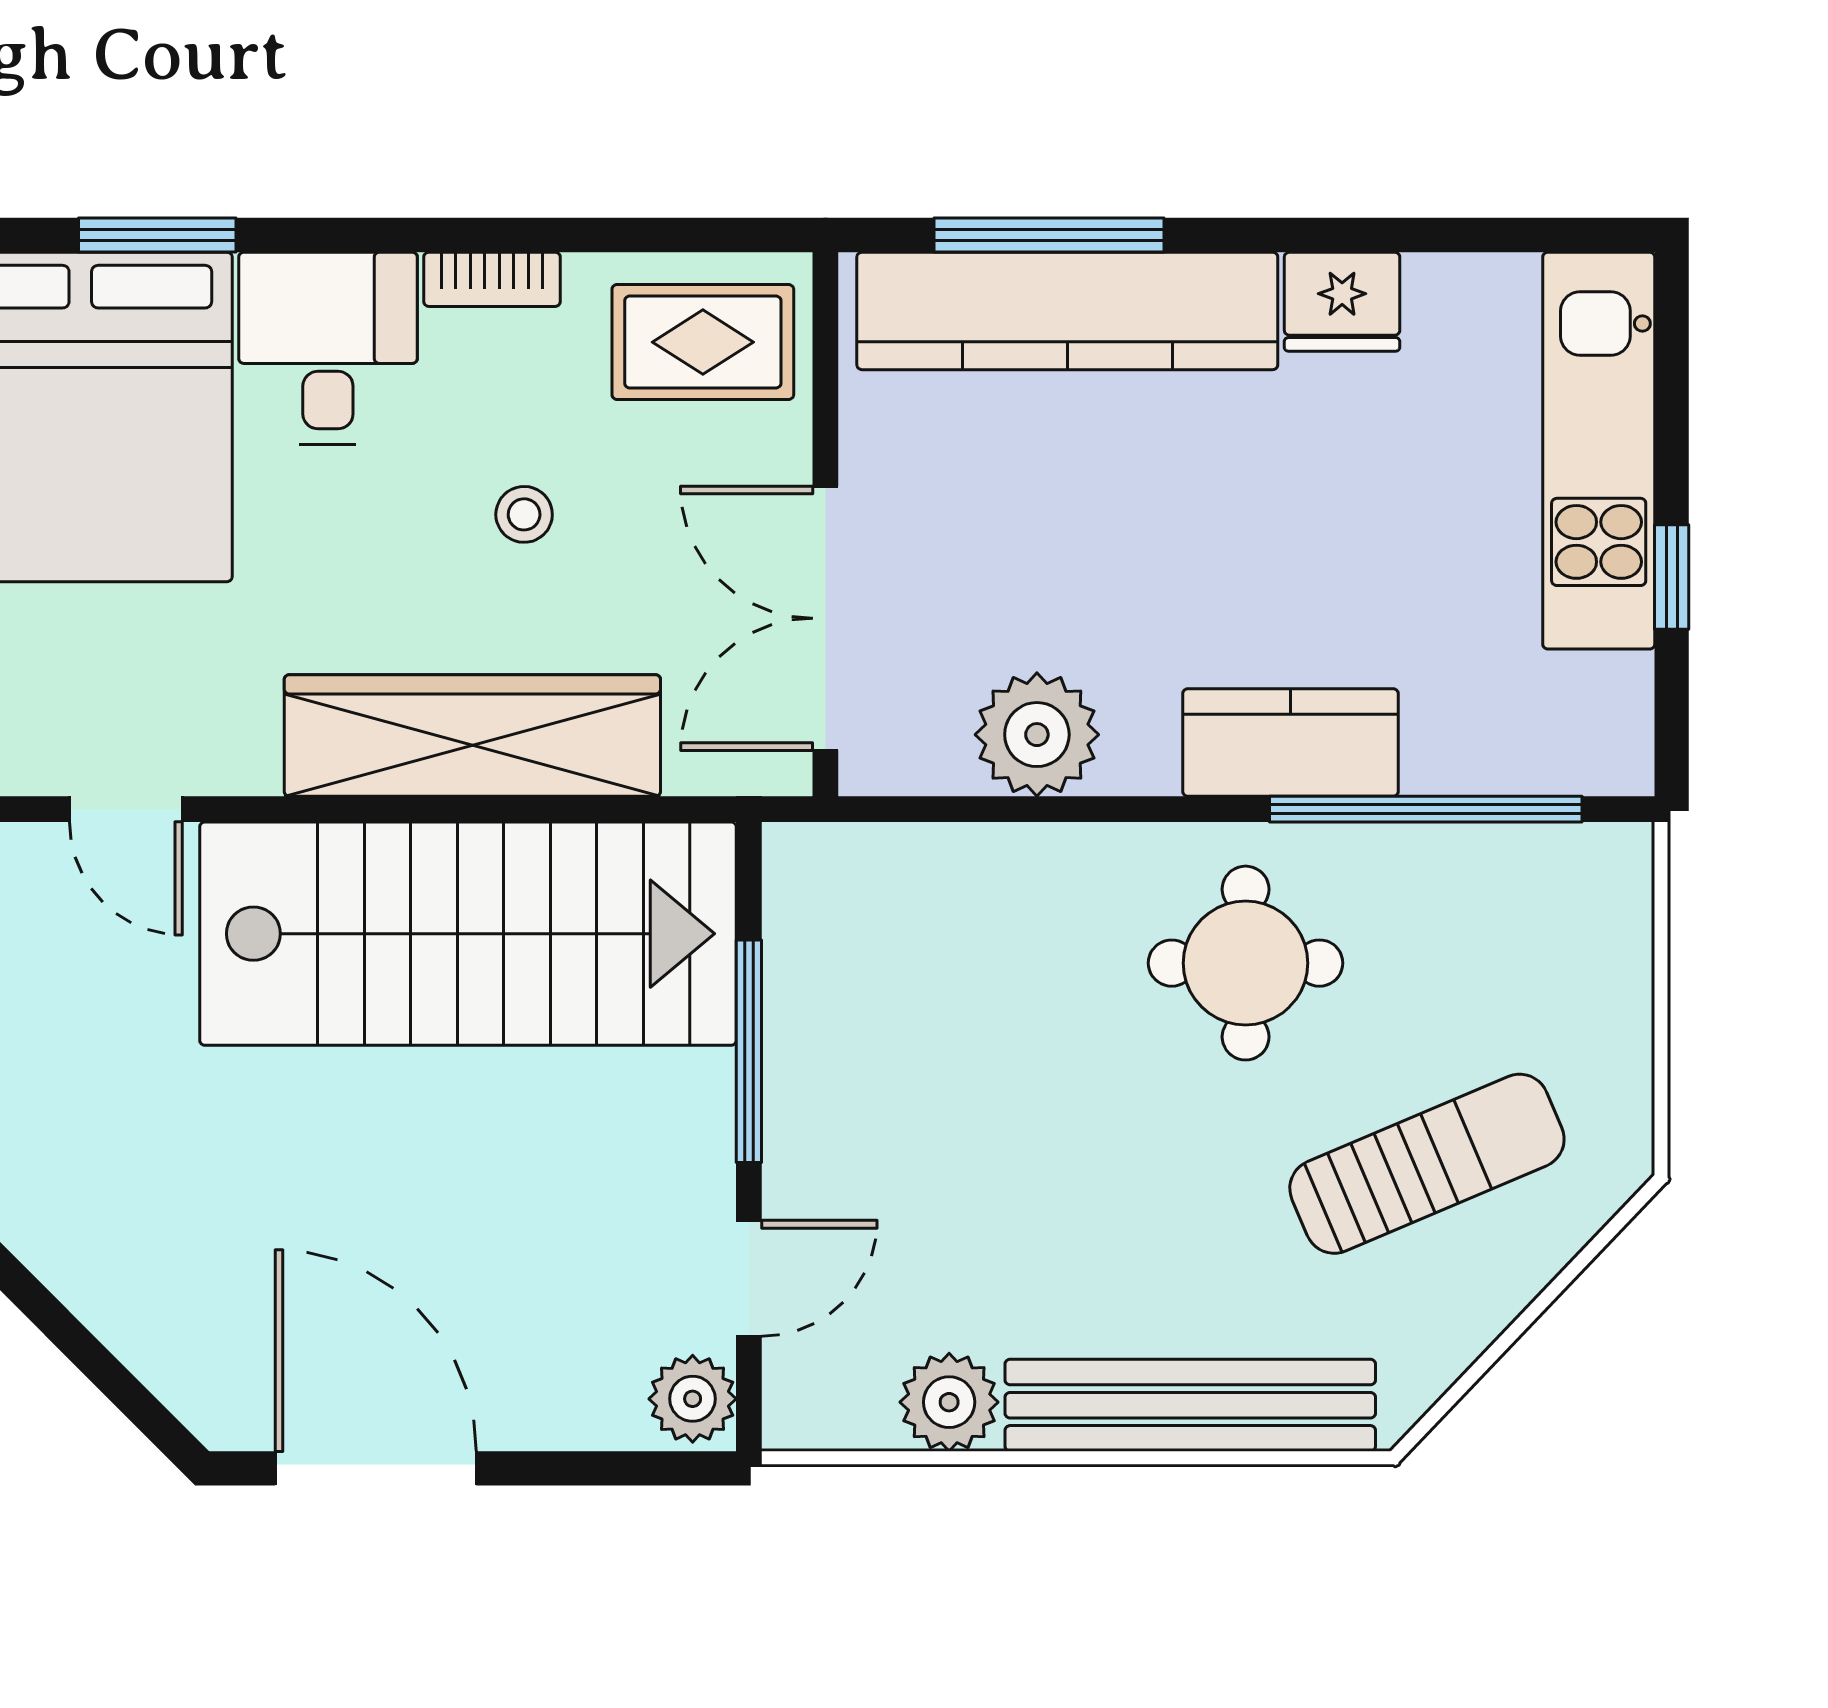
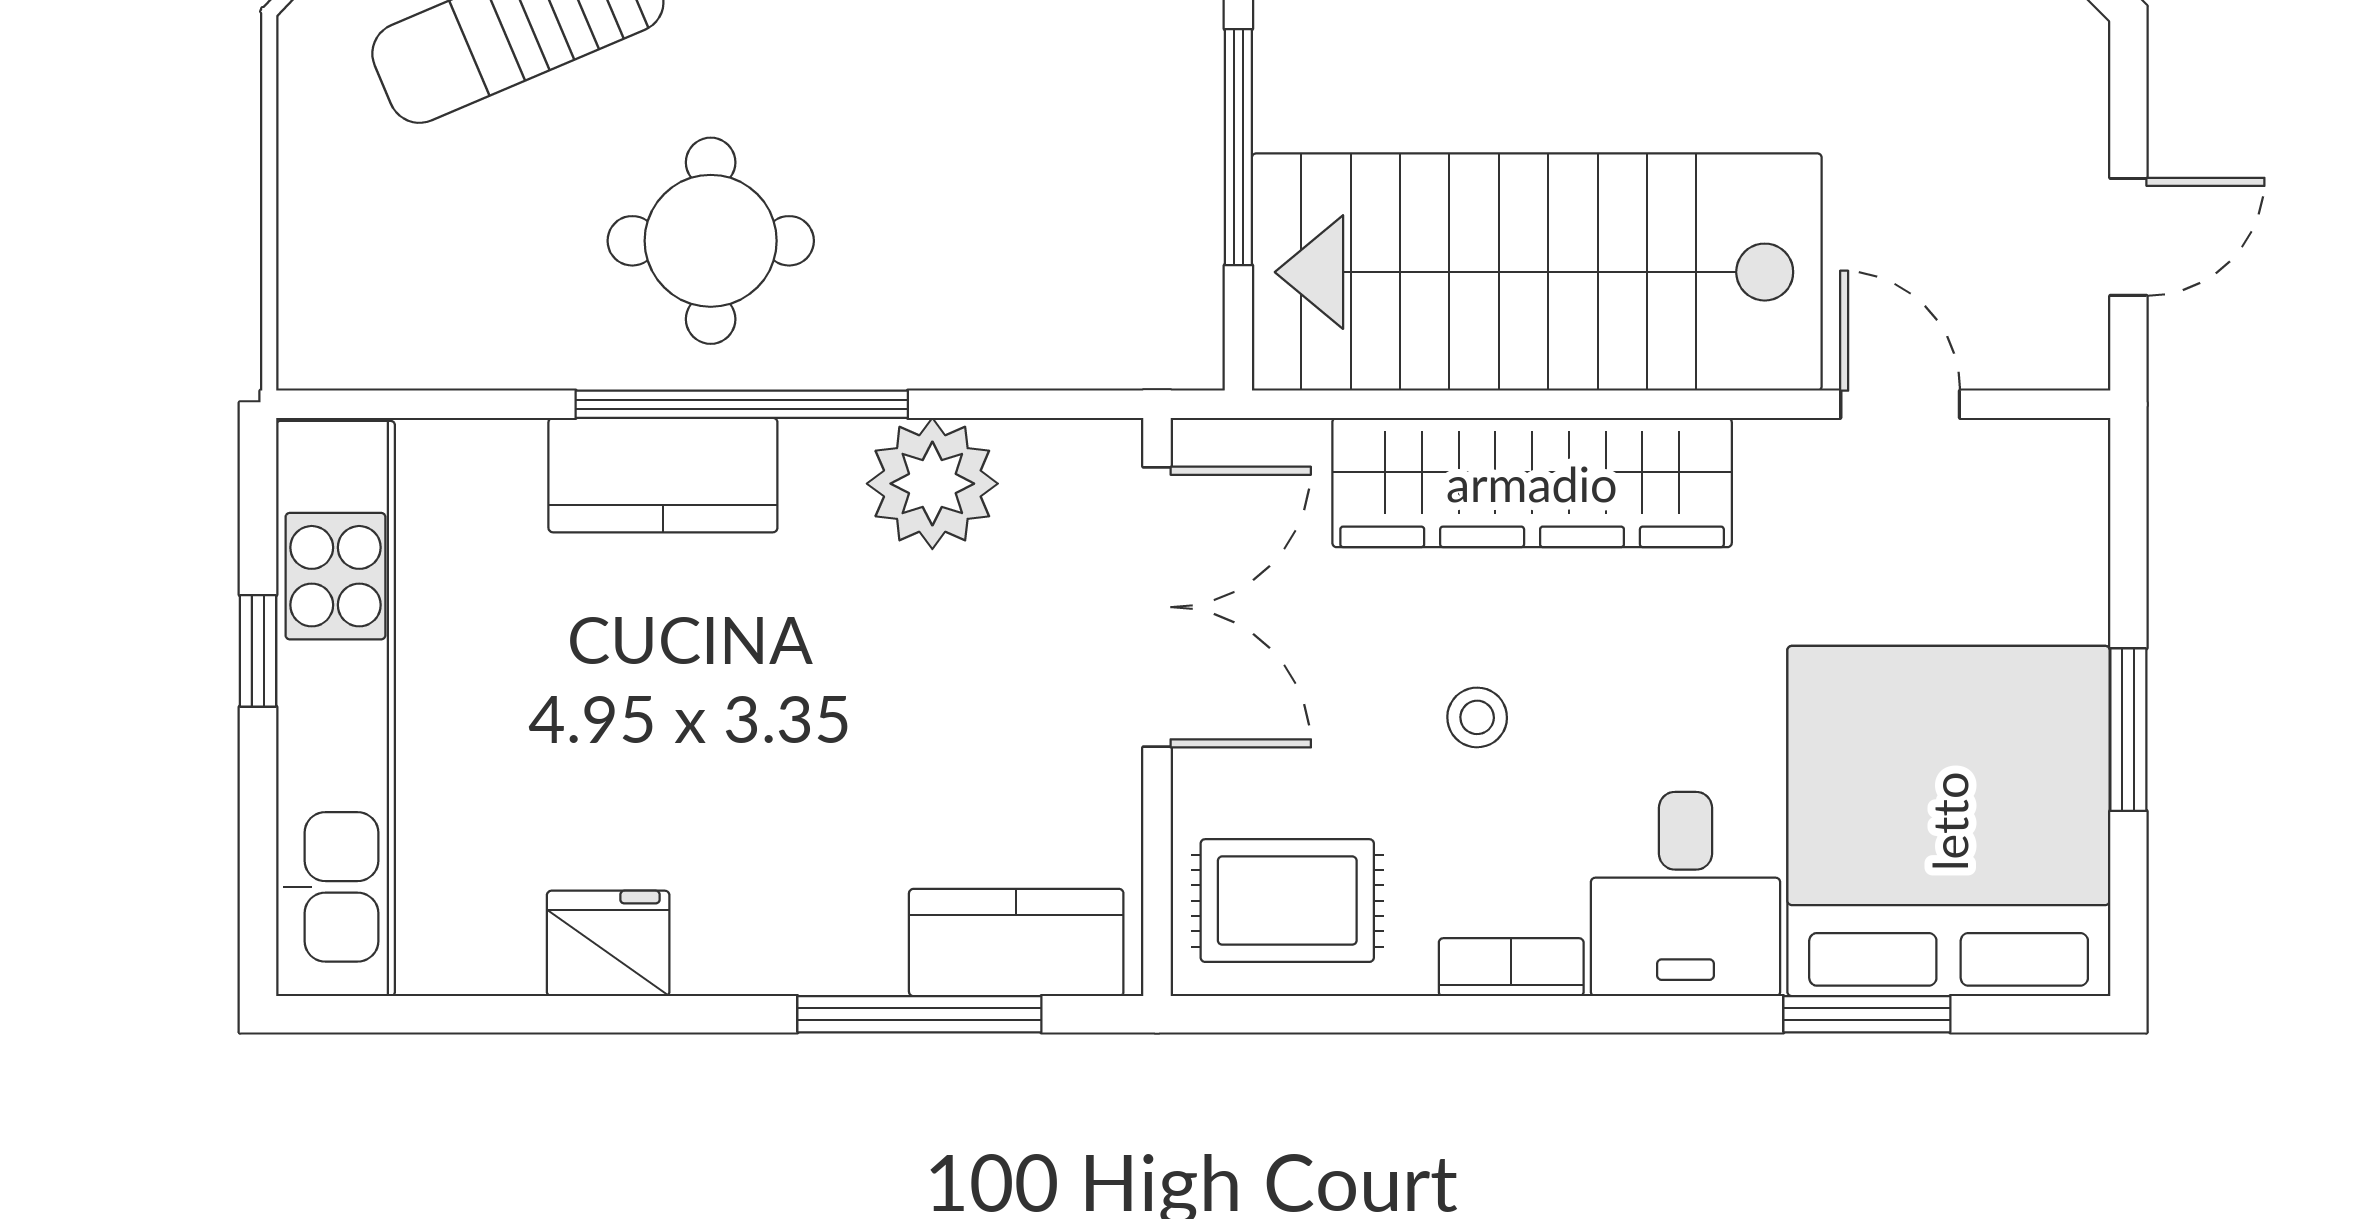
kitchen counter: (1067, 311) -> (1016, 943), width x0.48, depth x0.86
kitchen unit: (1599, 451) -> (335, 708), width x1.36
window: (1426, 809) -> (742, 404), moved

